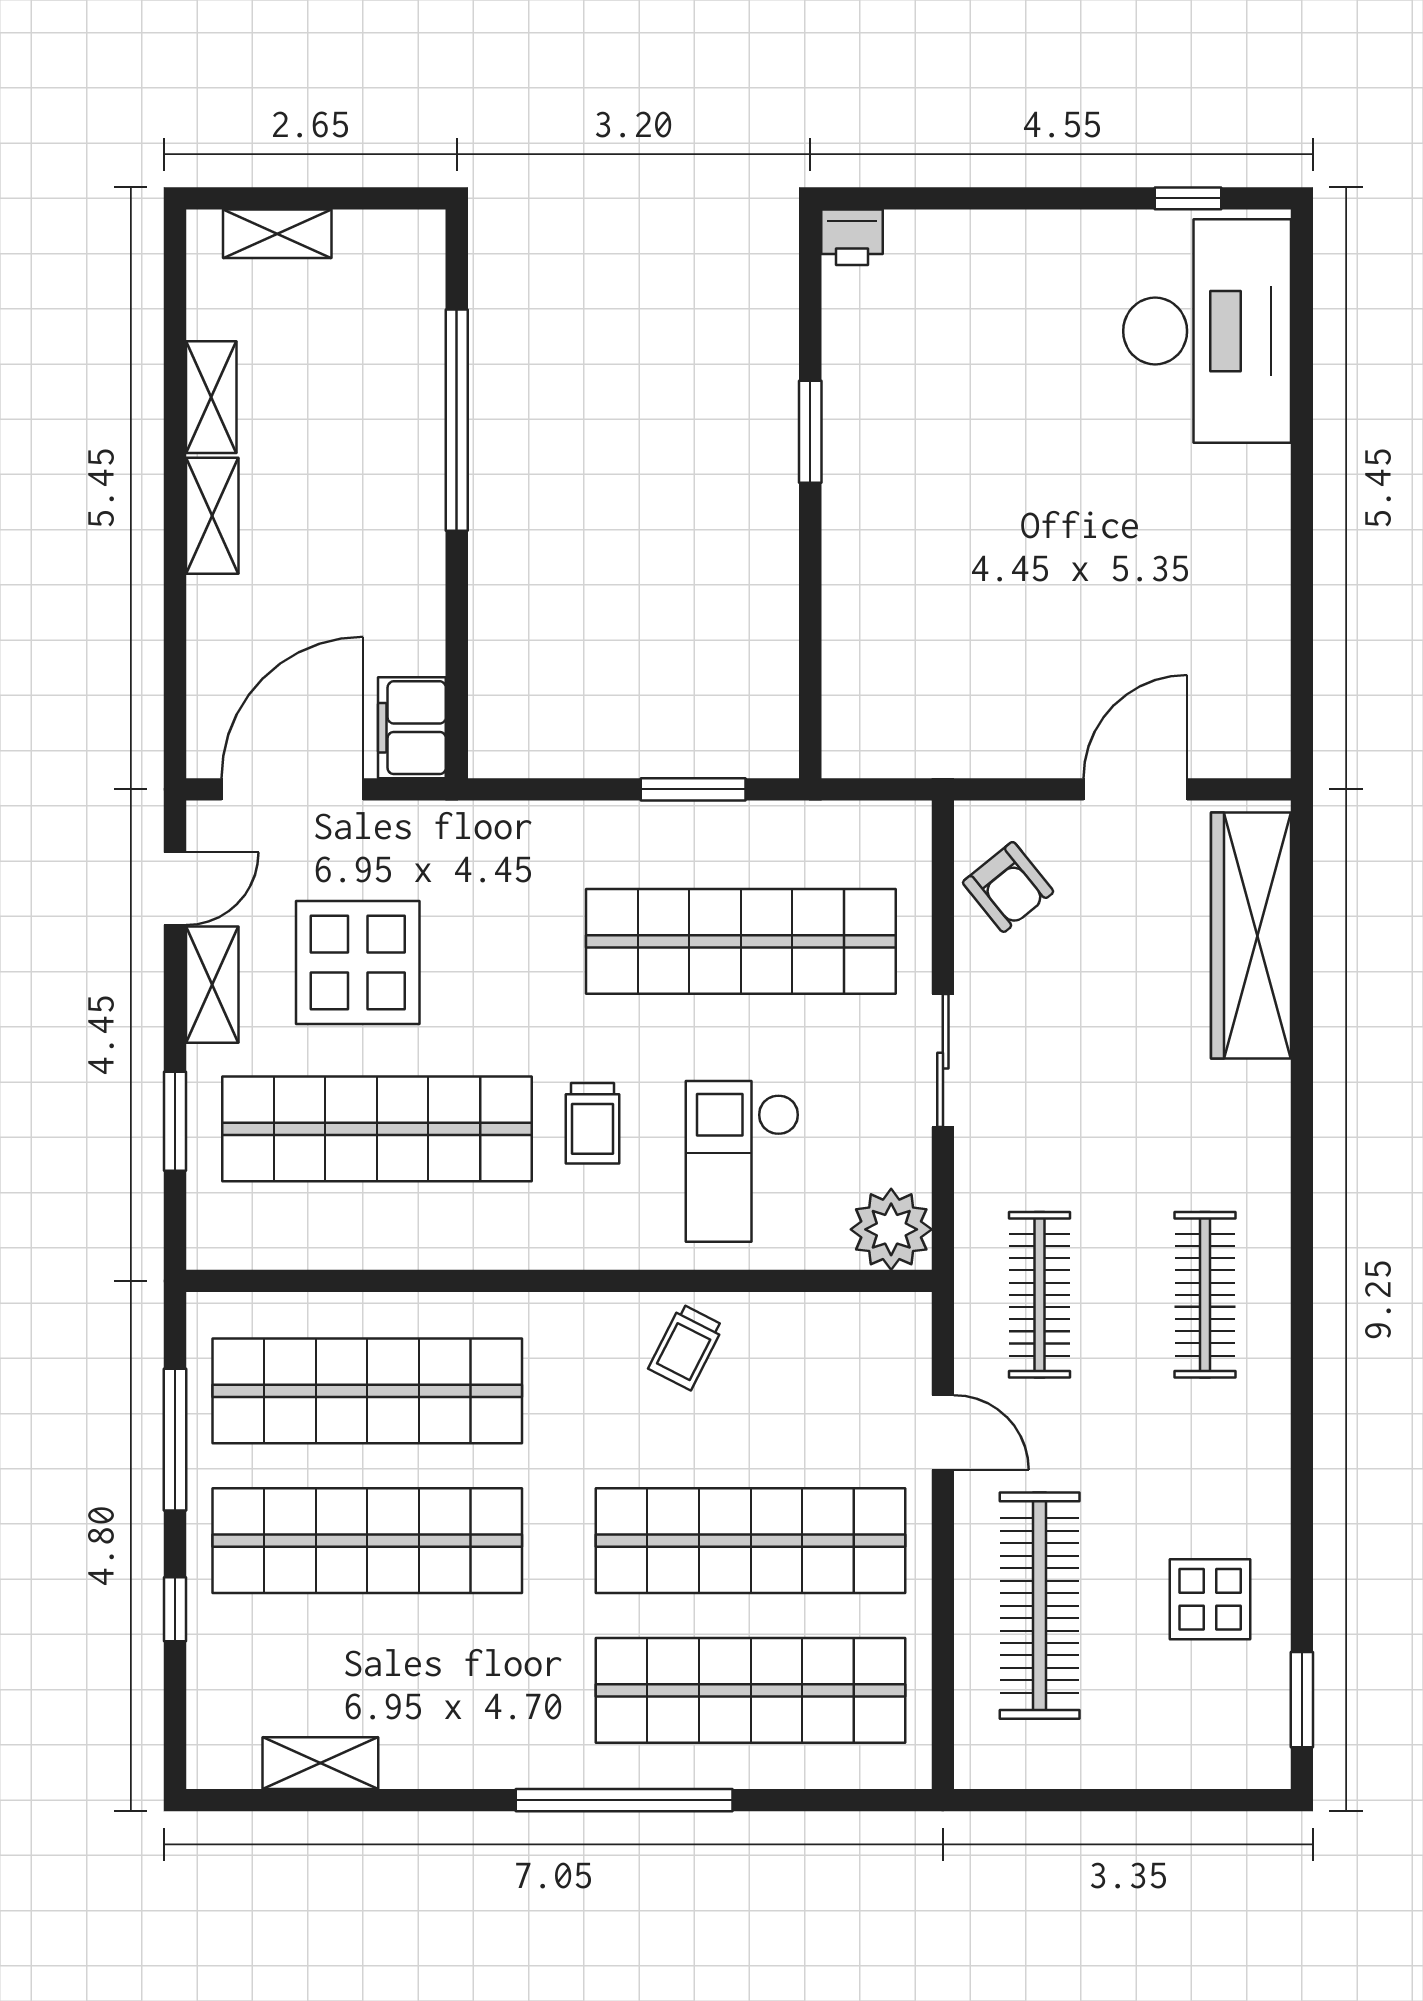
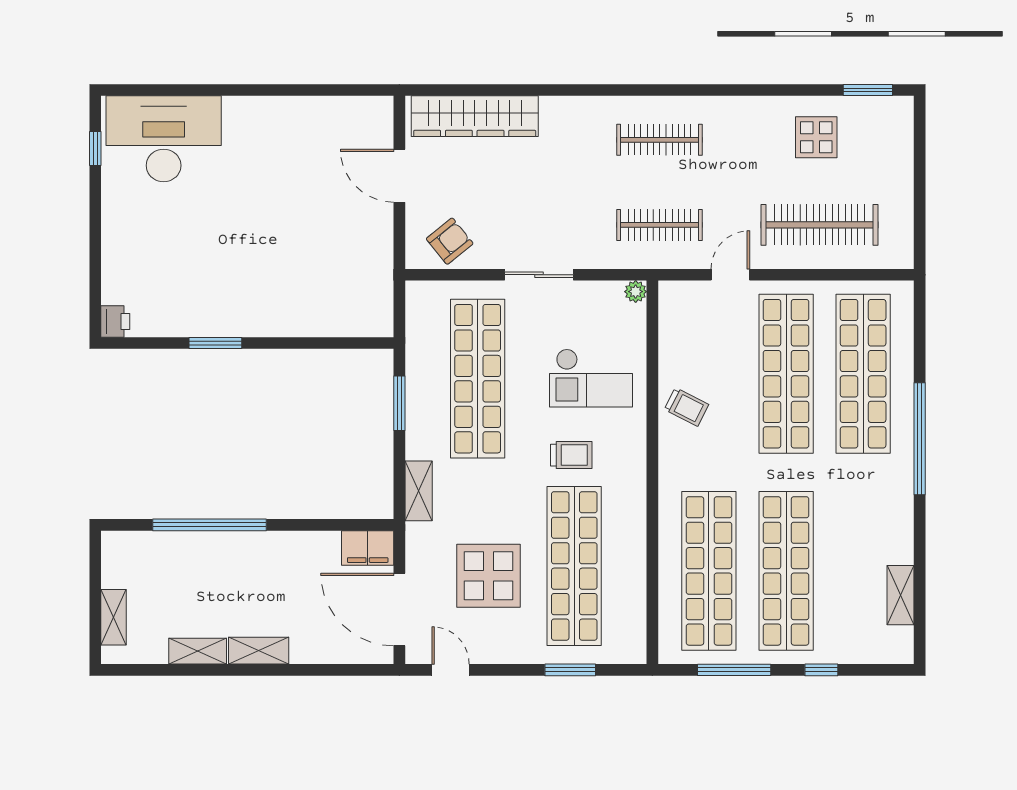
shelving: (212, 985) -> (419, 491), moved, turned 90
plant: (891, 1229) -> (636, 292), width x0.53, depth x0.53

